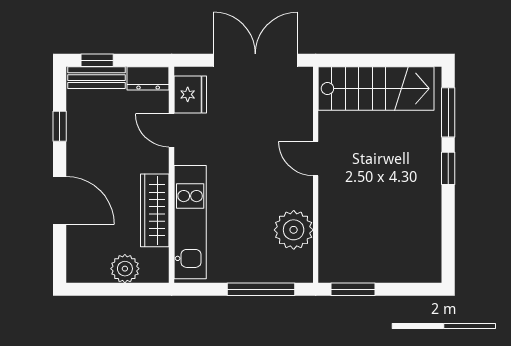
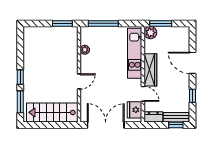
double door: (255, 60) -> (106, 125), swing flipped
door: (316, 159) -> (79, 81), hinge flipped
wardrobe: (155, 210) -> (150, 70), moved
plant: (294, 230) -> (85, 50), width x0.53, depth x0.53
plant: (125, 269) -> (150, 33), moved
window: (131, 289) -> (161, 23), added

